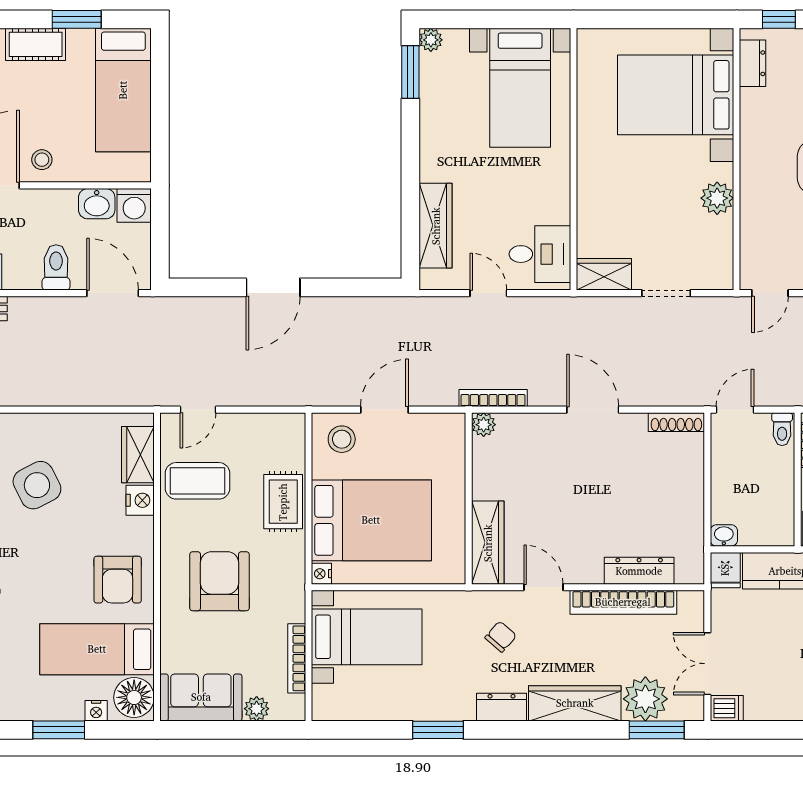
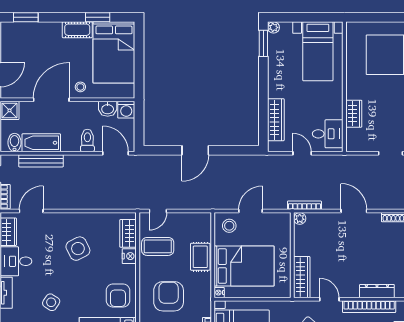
bed: (123, 90) -> (114, 52), width x1.50
wardrobe: (604, 274) -> (354, 114), moved, turned 90

